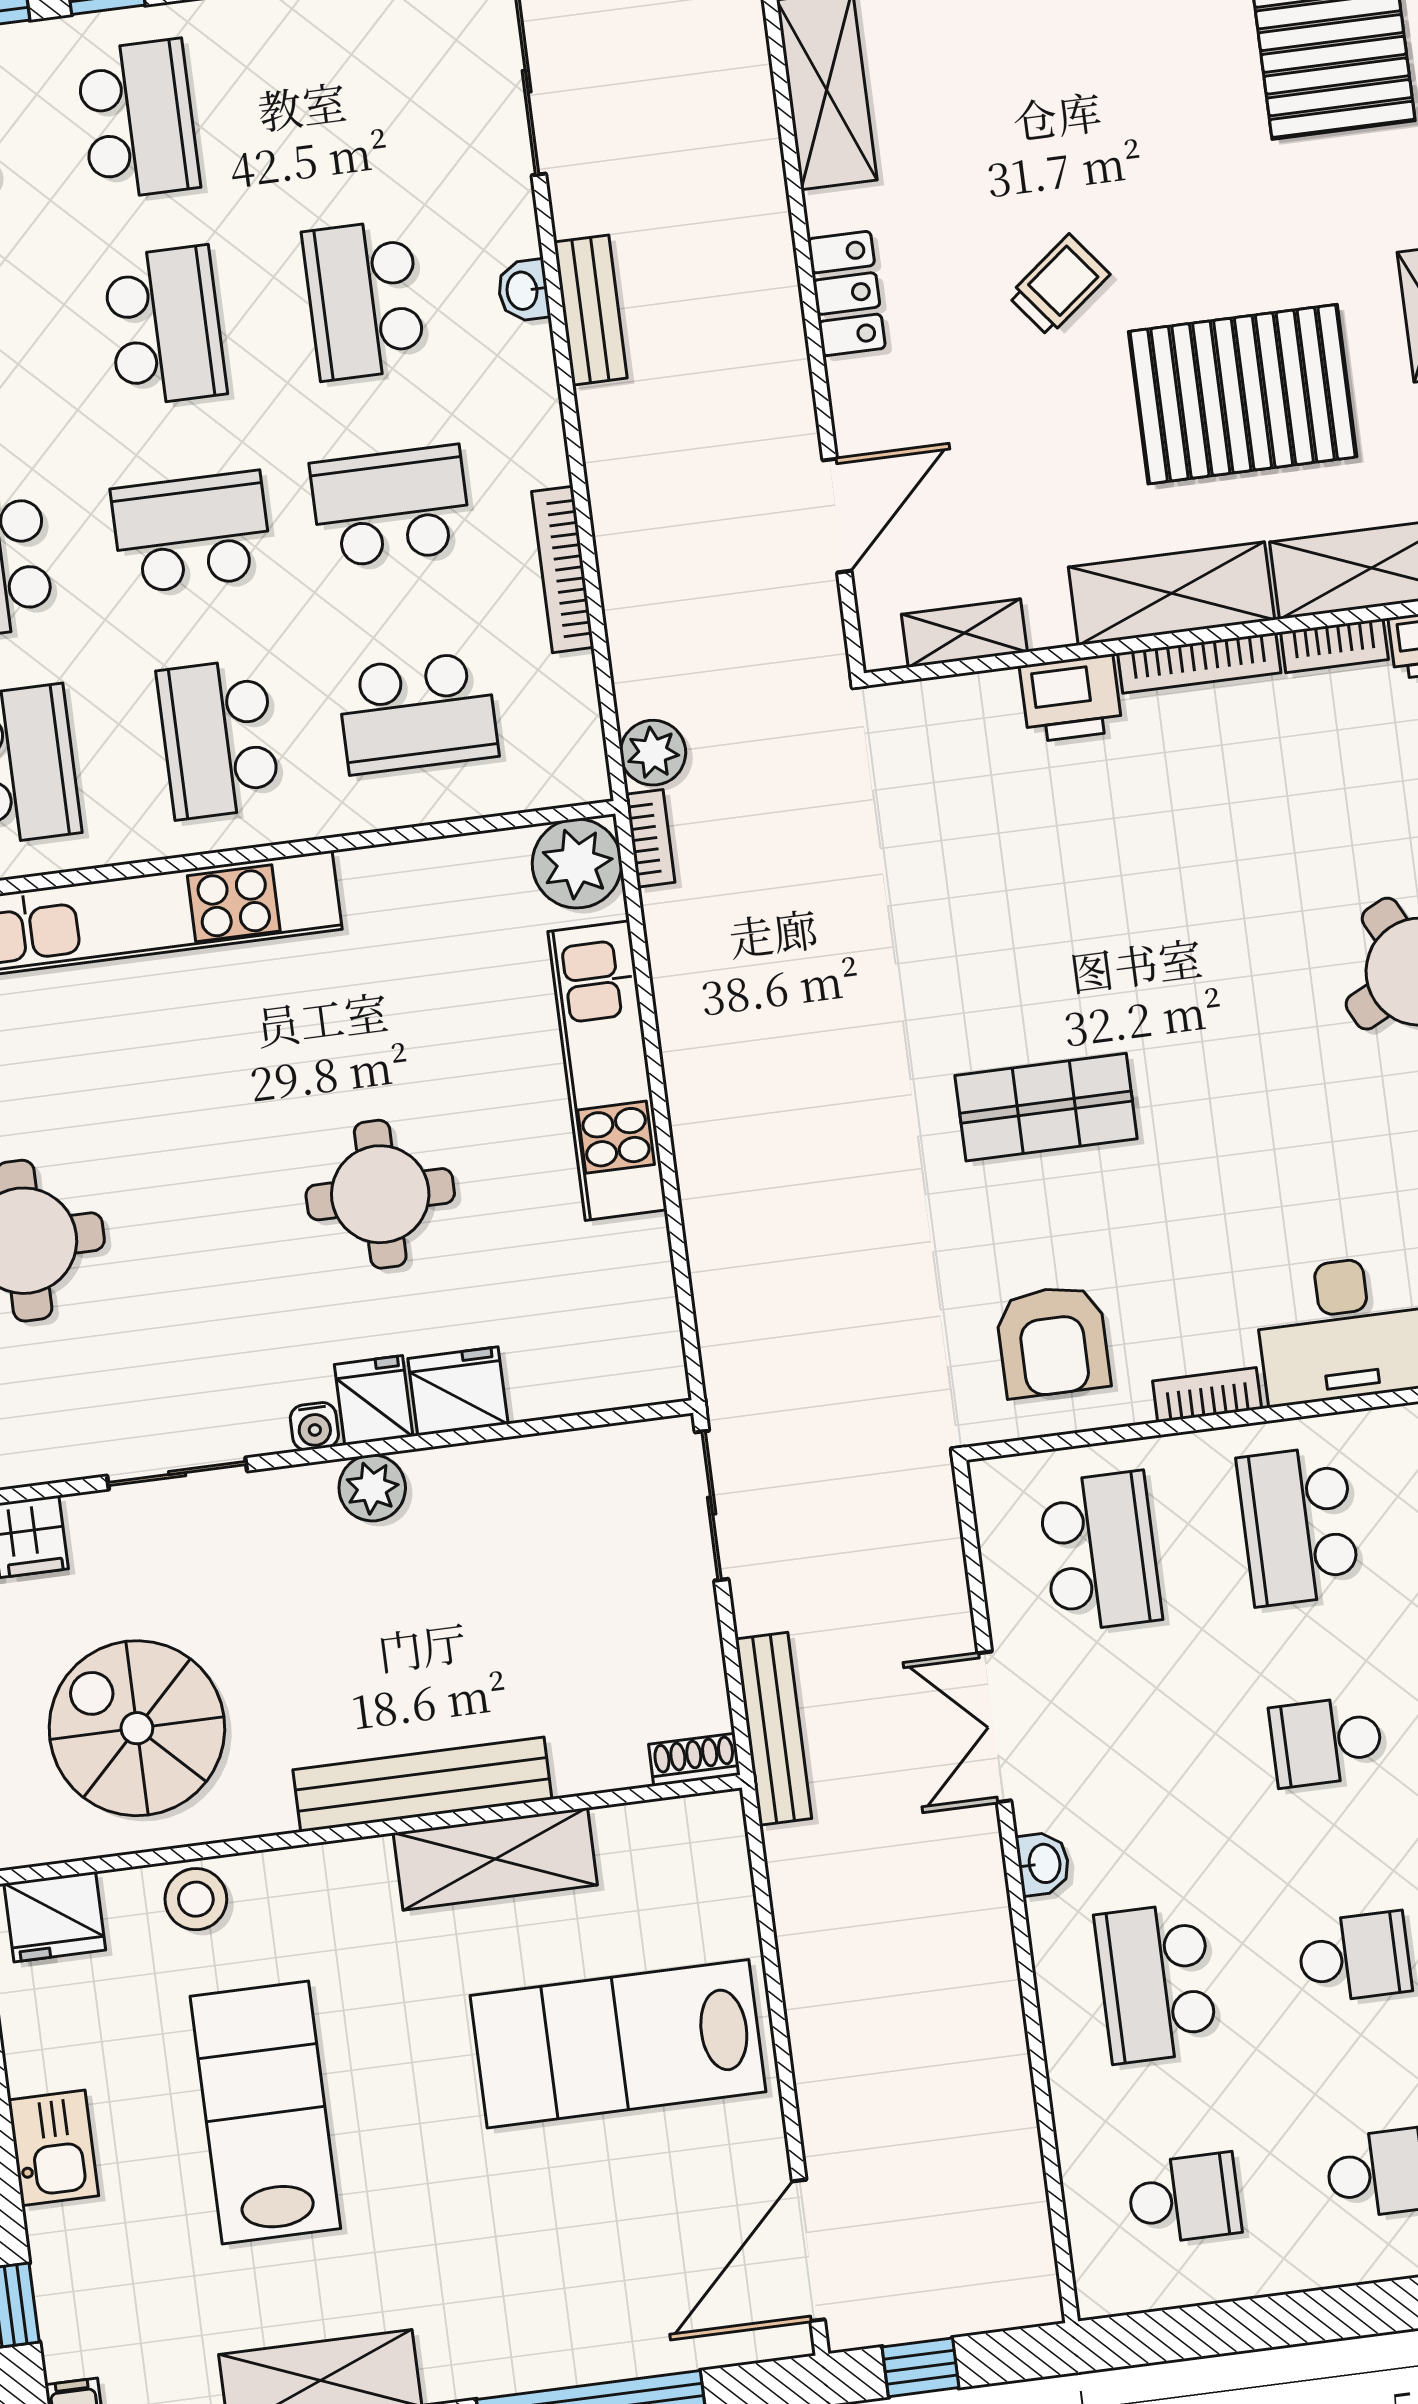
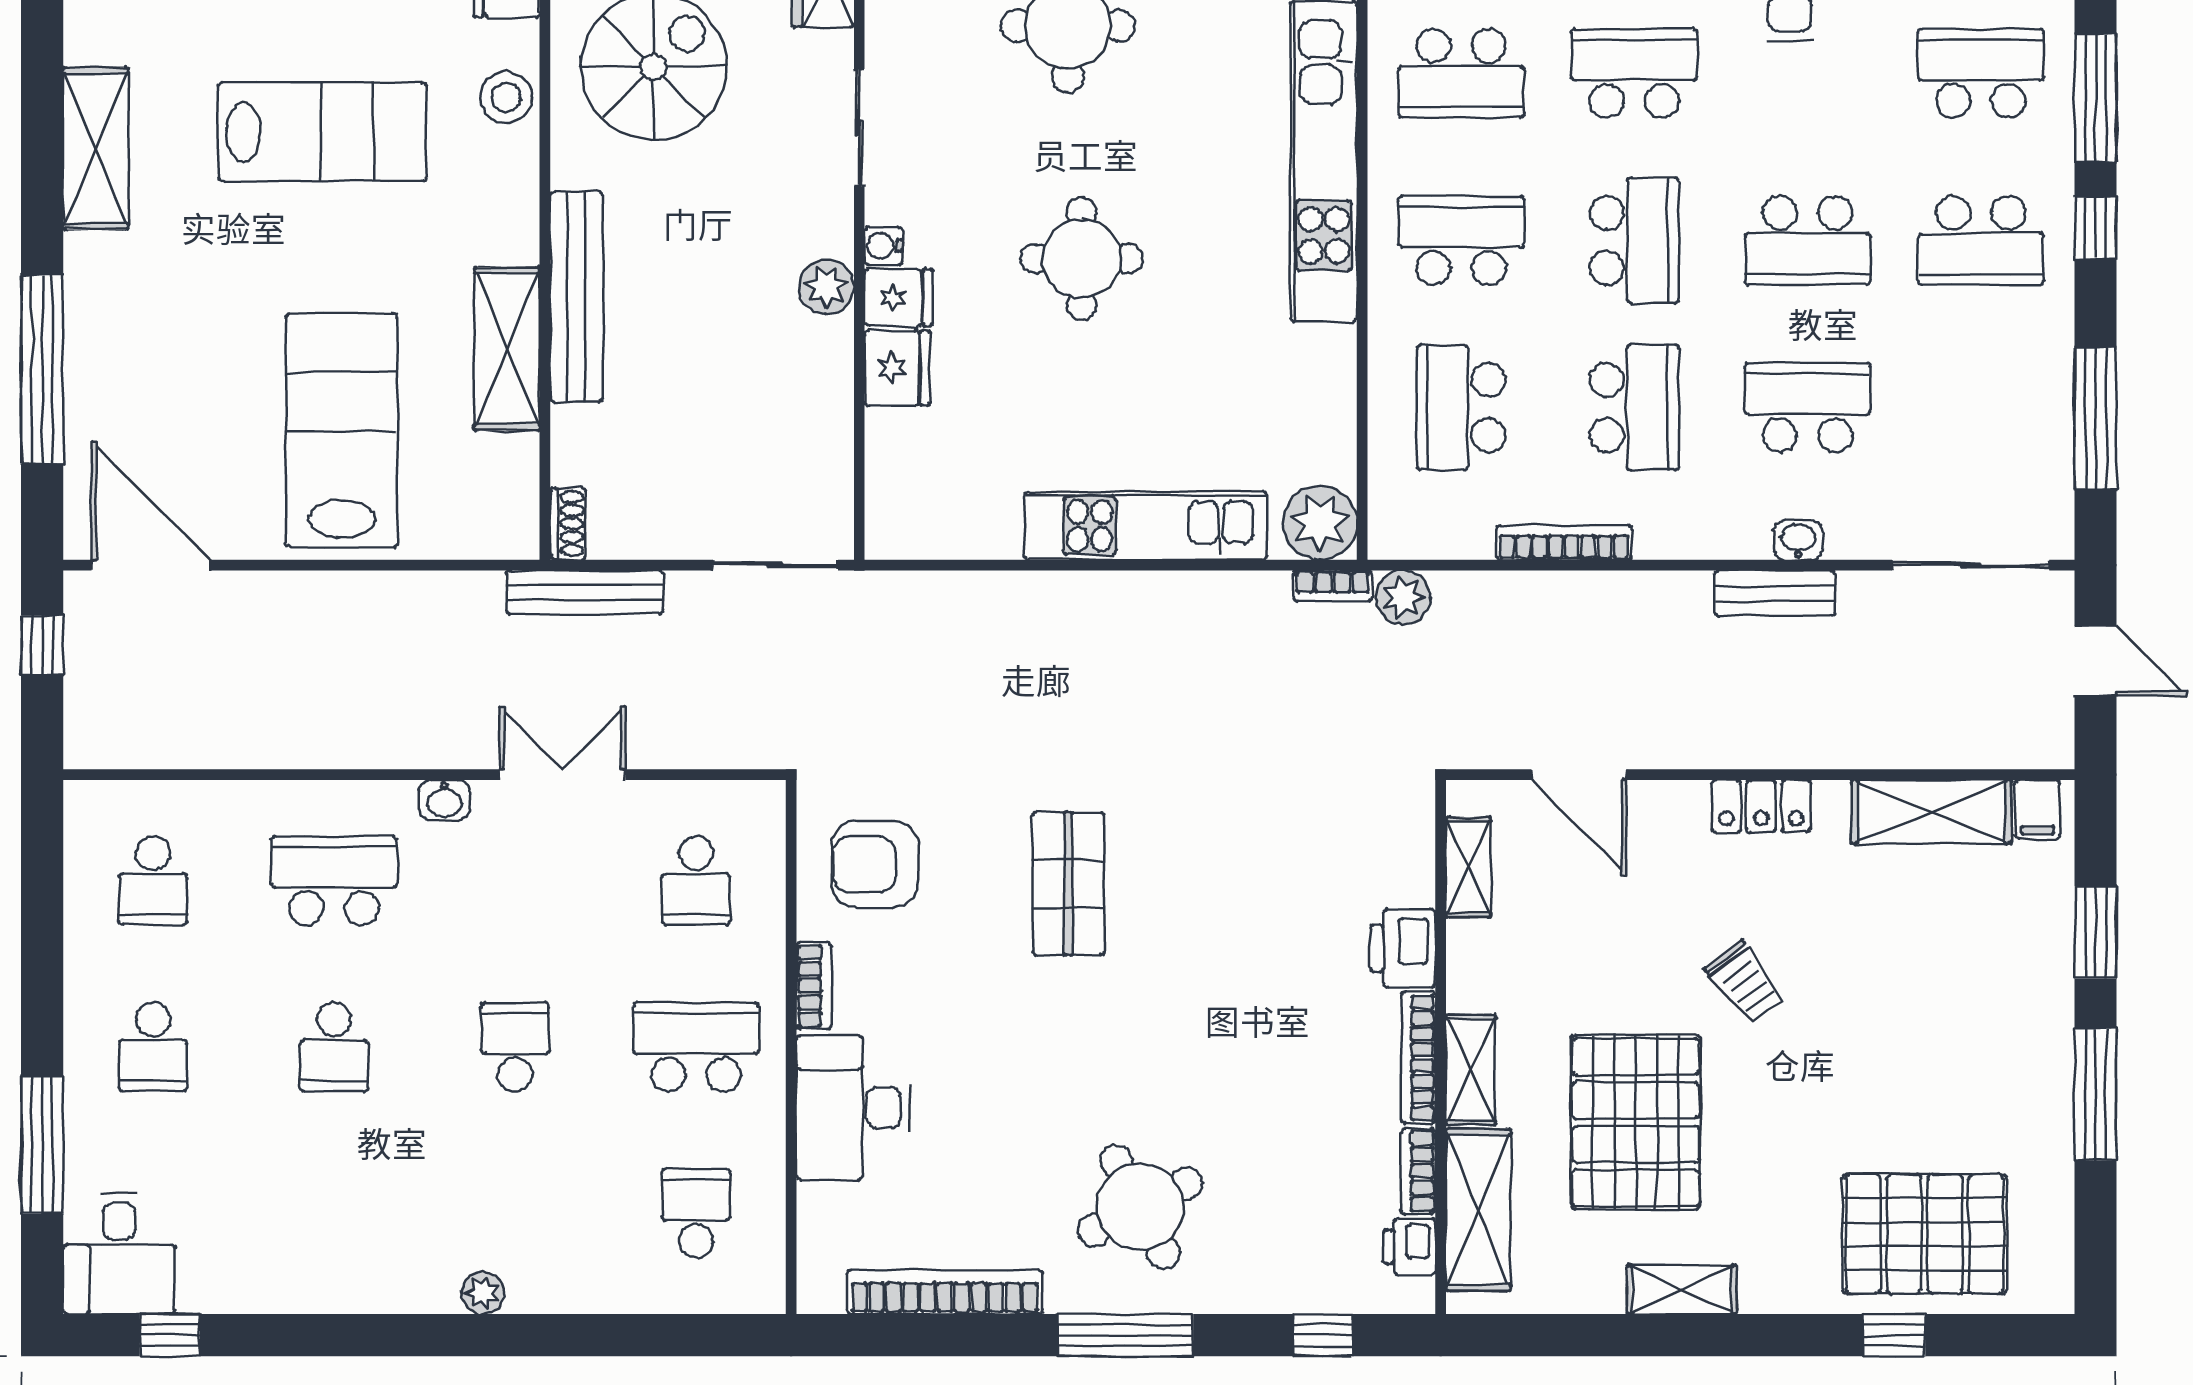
shelving: (1171, 593) -> (1471, 1070), width x0.67, depth x0.75
round table: (380, 1194) -> (1082, 259), moved
school desk: (1100, 1552) -> (696, 881), width x0.54

